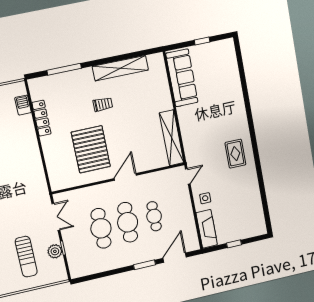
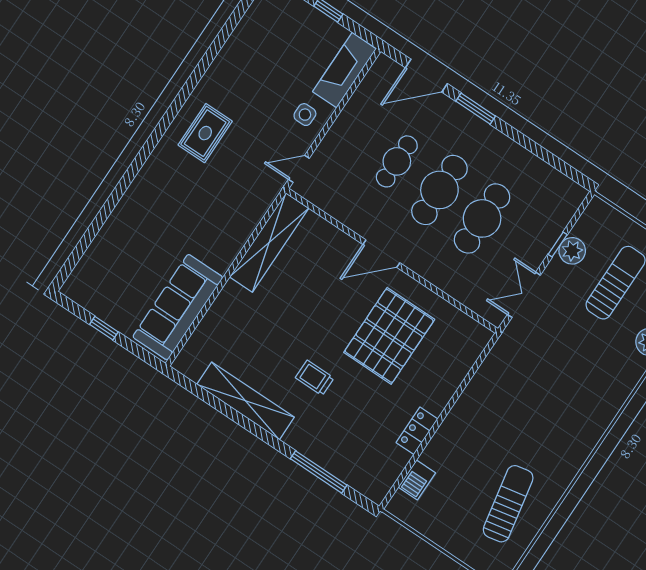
locker: (41, 118) -> (417, 431), width x0.66

